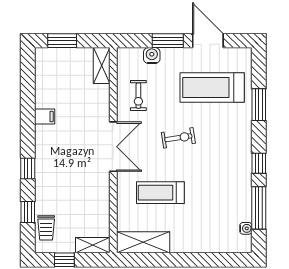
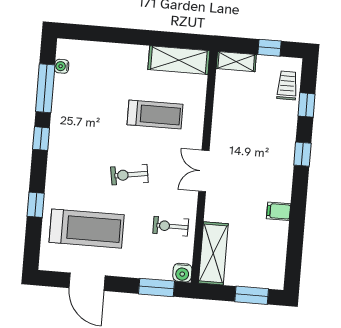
window: (168, 41) -> (157, 287), moved
water cooler: (152, 56) -> (182, 273), moved
shelving: (102, 66) -> (213, 253), width x1.50, depth x1.33
exercise bike: (138, 96) -> (171, 226), turned -90
window: (259, 105) -> (36, 205), width x0.67
double door: (113, 147) -> (204, 171), width x0.73

